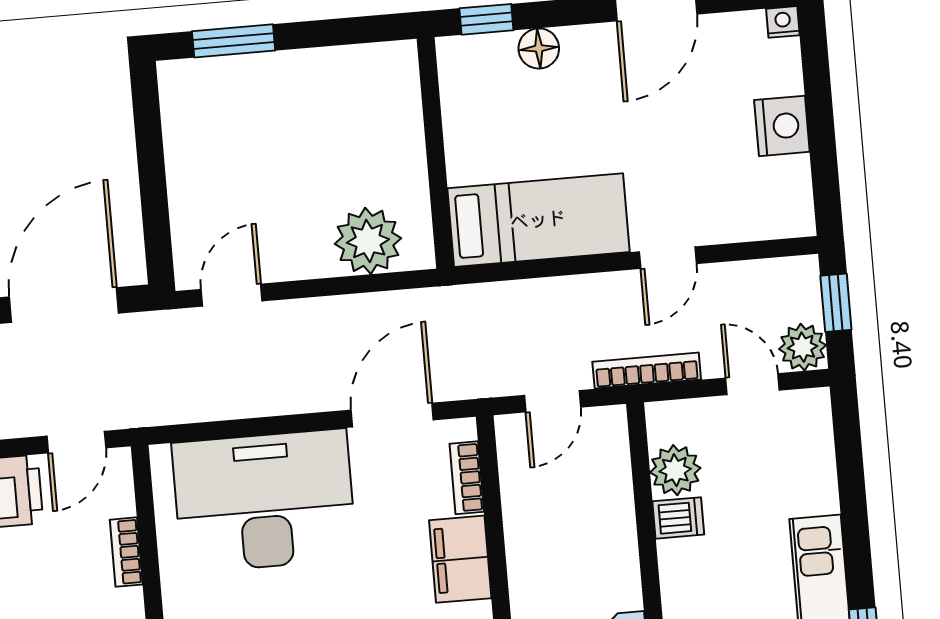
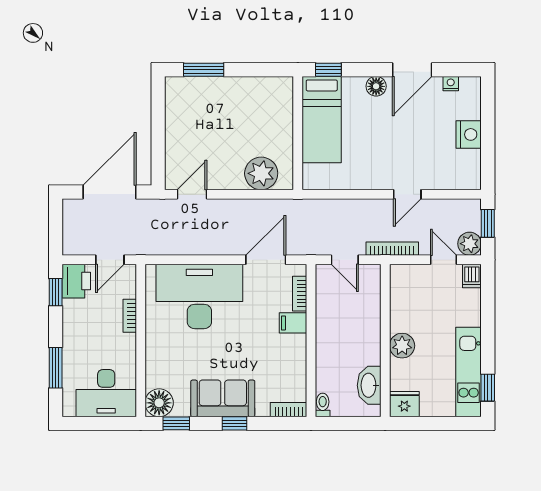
nightstand: (783, 22) -> (451, 84), moved
floor lamp: (539, 48) -> (376, 86), moved
bed: (538, 220) -> (322, 120), moved, turned 90
door: (553, 401) -> (345, 260), hinge flipped
plant: (675, 470) -> (402, 346), moved
dishwasher: (678, 518) -> (472, 276), moved, turned 90
filing cabinet: (460, 559) -> (293, 323), width x0.50

